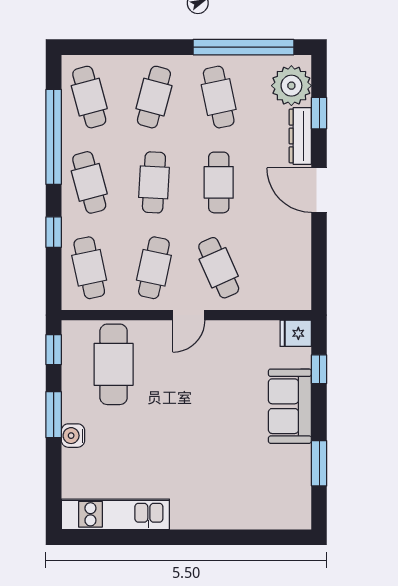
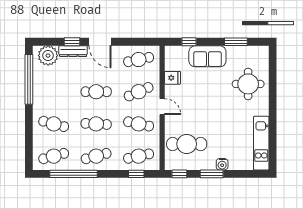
cafe table: (219, 97) -> (139, 60), moved
window: (319, 113) -> (72, 42), moved
door: (319, 190) -> (100, 42), hinge flipped
window: (54, 232) -> (136, 174), moved
fridge: (296, 333) -> (172, 78), moved, turned -90
round table: (234, 488) -> (248, 84), added

